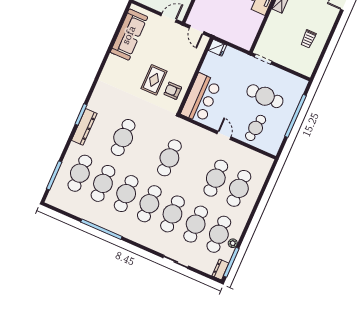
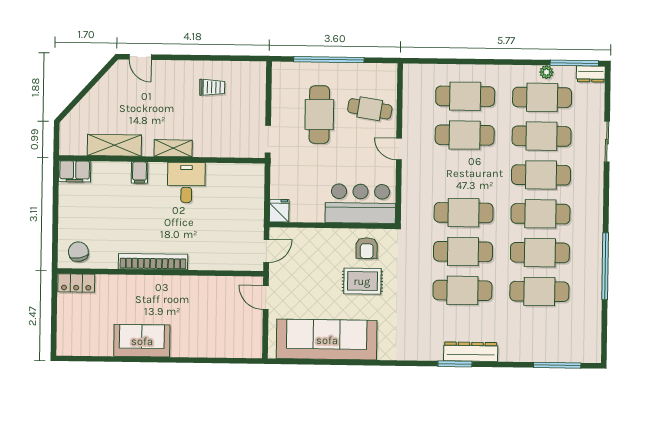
sofa: (129, 35) -> (327, 340), width x1.36, depth x1.27
door: (224, 135) -> (399, 149), hinge flipped
cafe table: (80, 173) -> (463, 252), moved

